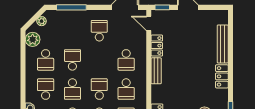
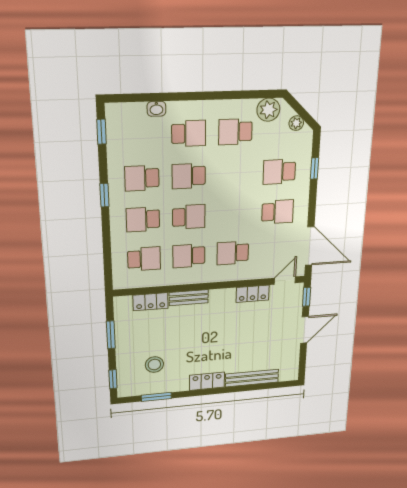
window: (71, 7) -> (315, 168), width x0.46
school desk: (72, 60) -> (279, 172), moved, turned 180
bench: (156, 71) -> (189, 298), moved

